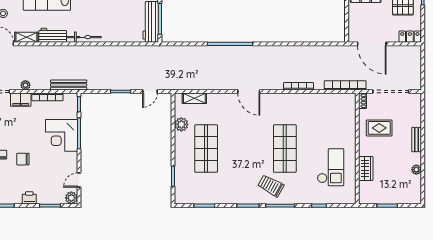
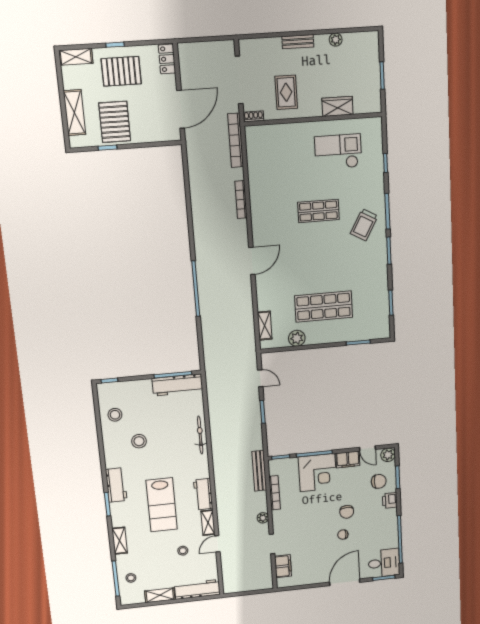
bicycle: (84, 37) -> (200, 435), moved
filing cabinet: (21, 100) -> (348, 459), moved, turned 90
shop shelf: (285, 149) -> (318, 211), width x0.70, depth x0.74
chair: (48, 189) -> (379, 481), added

